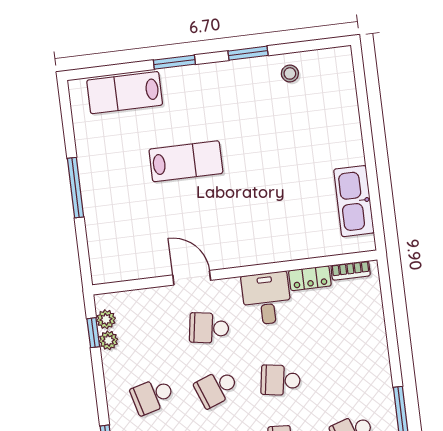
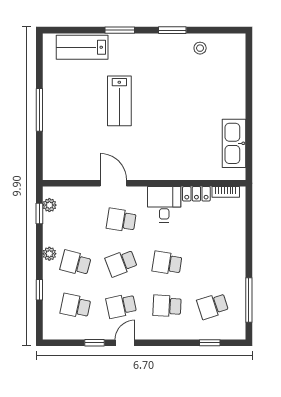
lab bench: (186, 161) -> (119, 101), turned 90
plant: (108, 340) -> (49, 254), moved
school desk: (152, 396) -> (75, 263), turned 30

